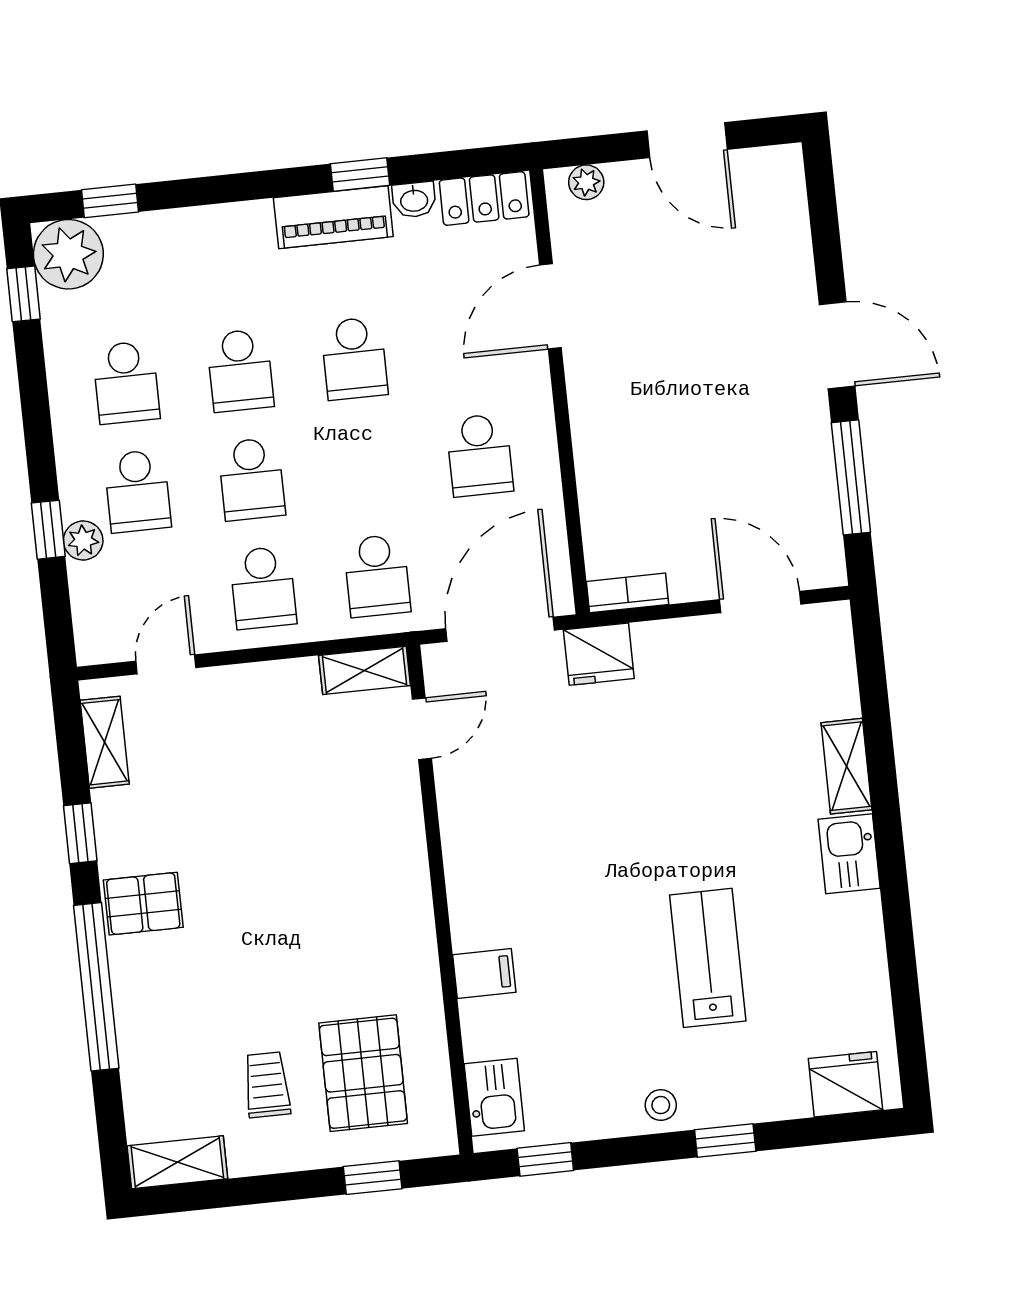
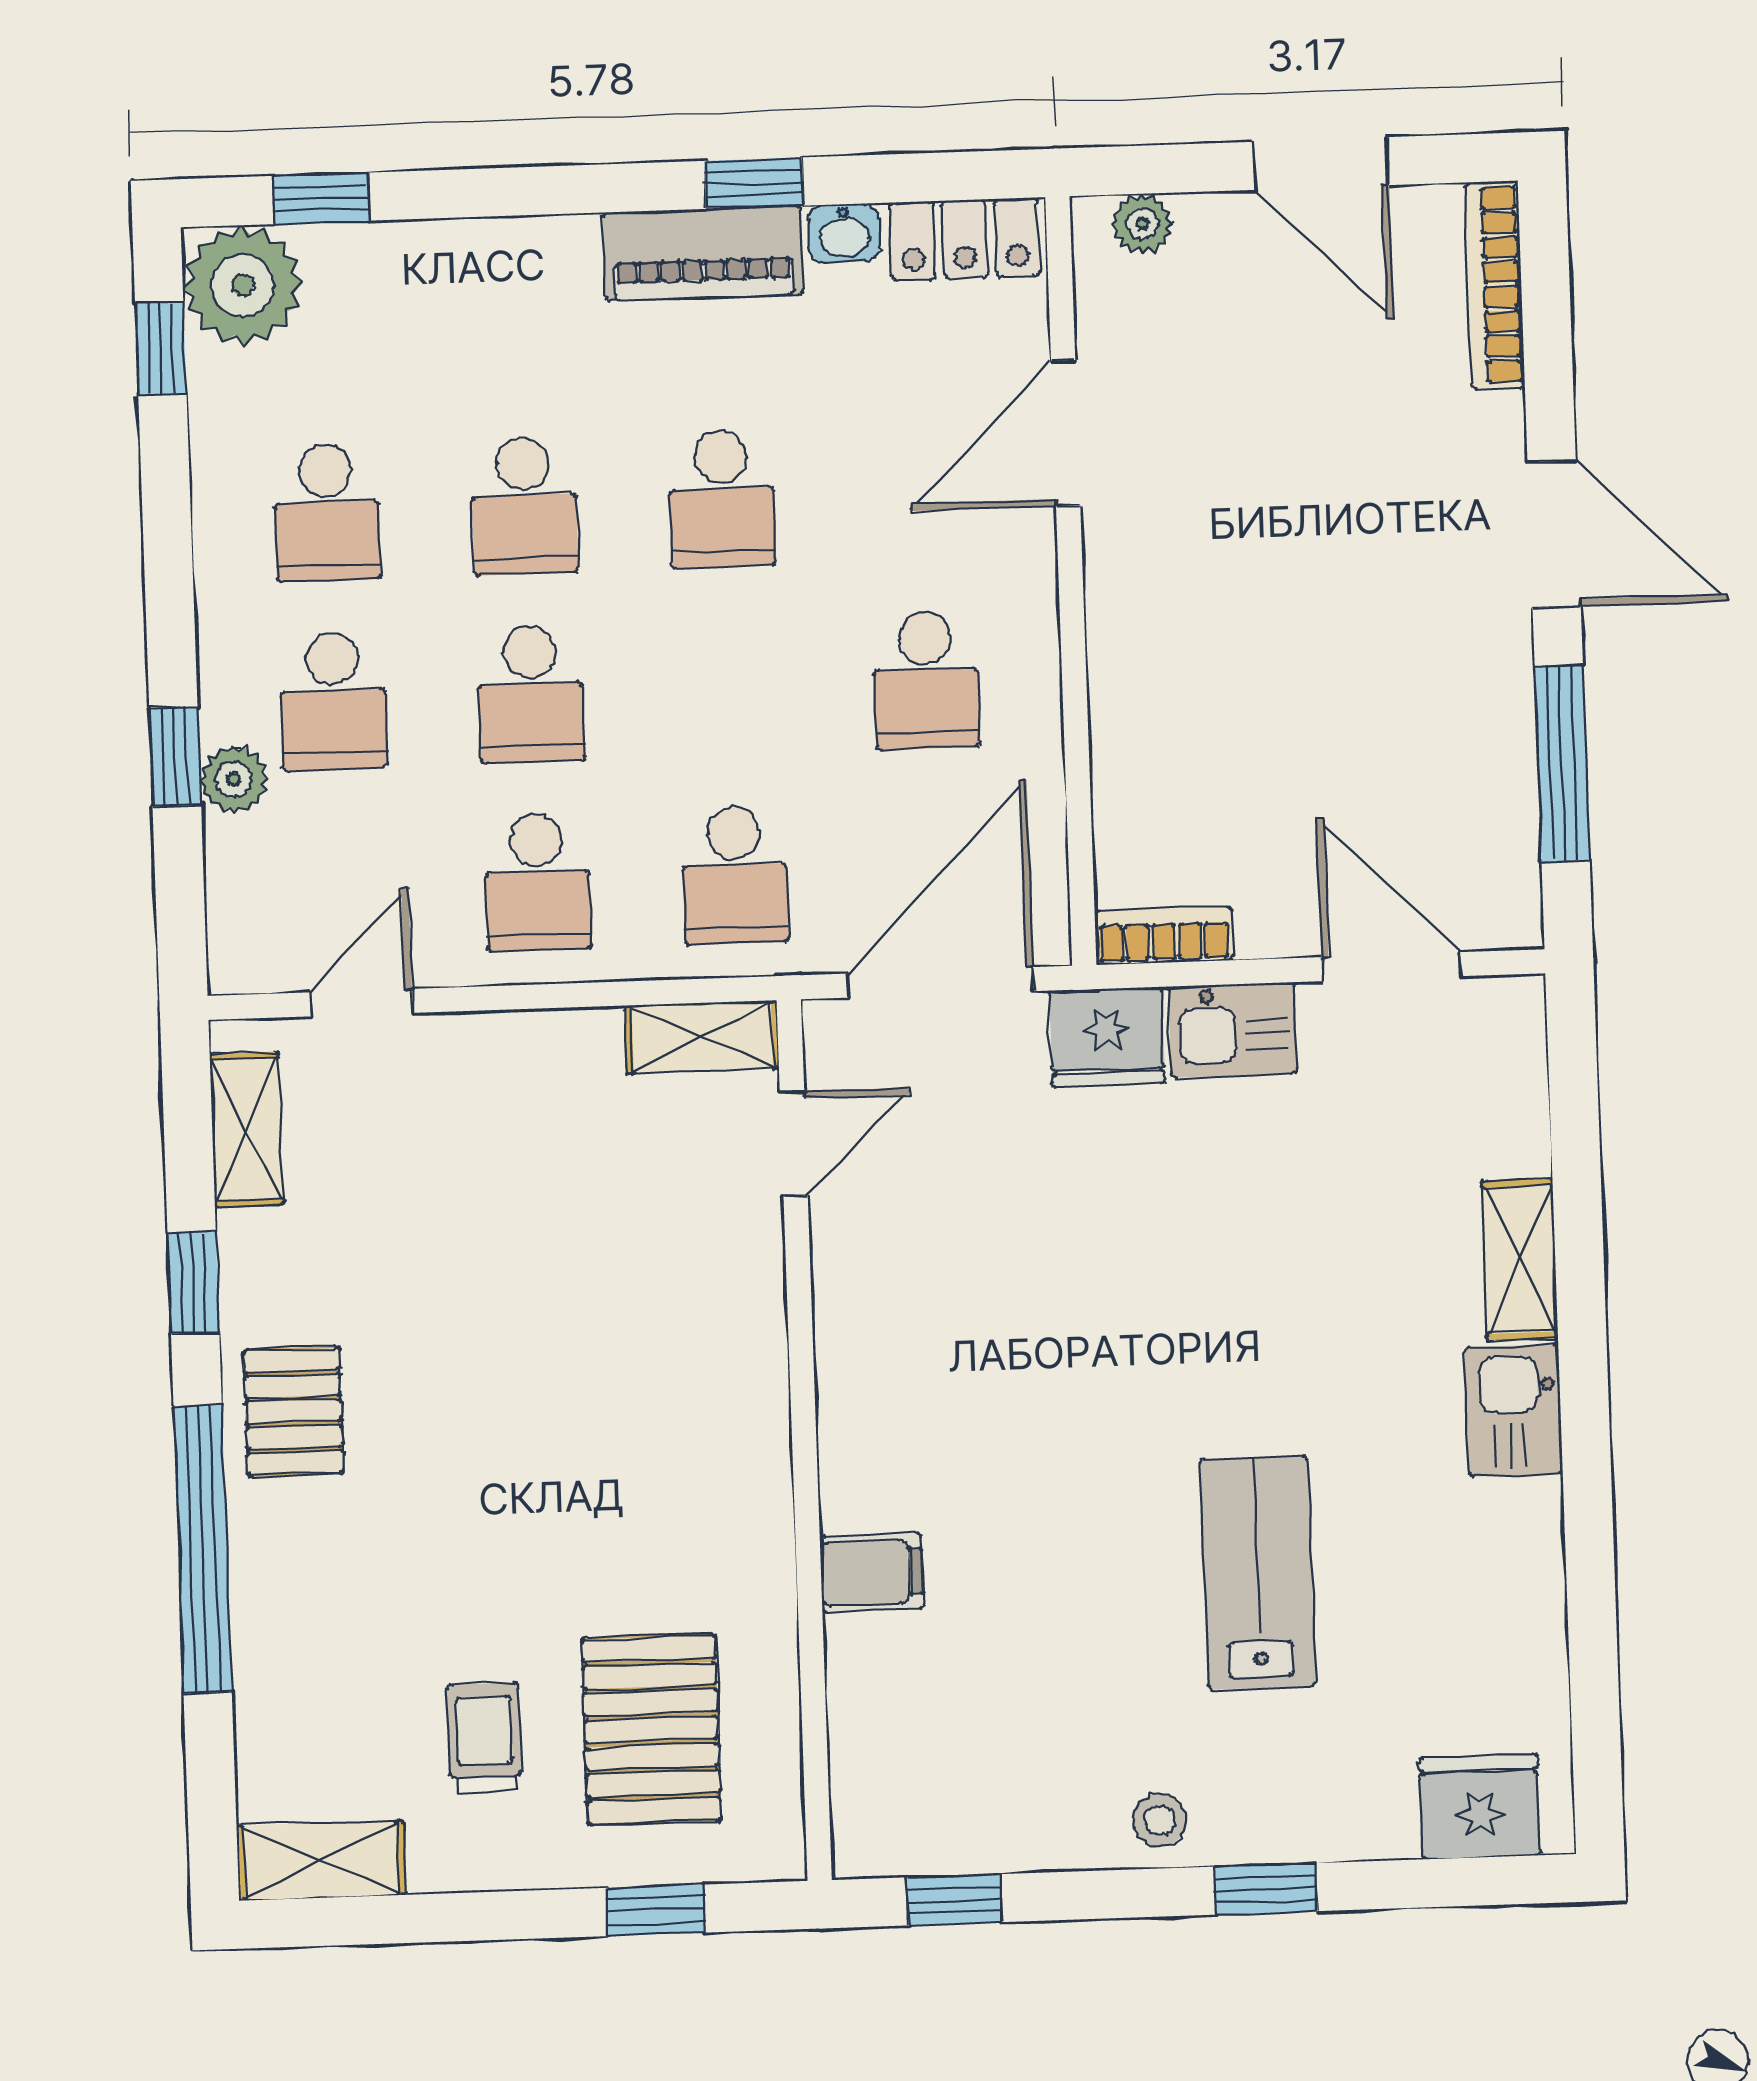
bookcase: (793, 203) -> (1495, 285), added
pallet: (143, 904) -> (293, 1411), turned 90
kitchen sink: (494, 1097) -> (1233, 1030), moved, turned 90

